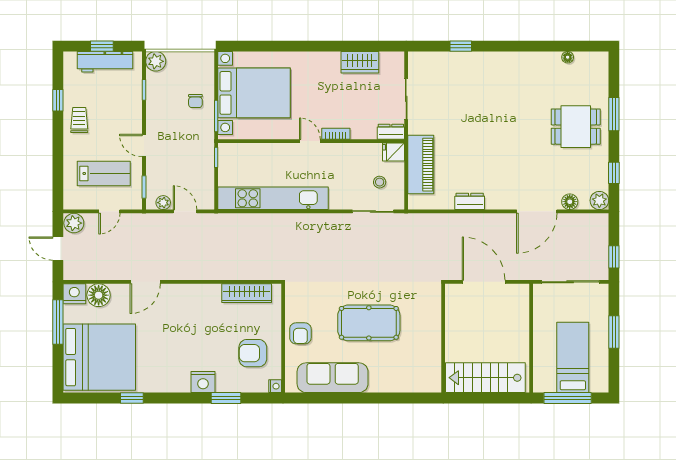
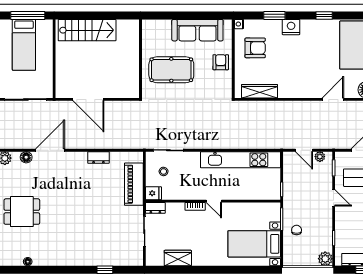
bed with nightstands: (254, 93) -> (254, 244), width x0.73
wall: (443, 338) -> (140, 59), moved
window: (132, 398) -> (324, 16), moved

